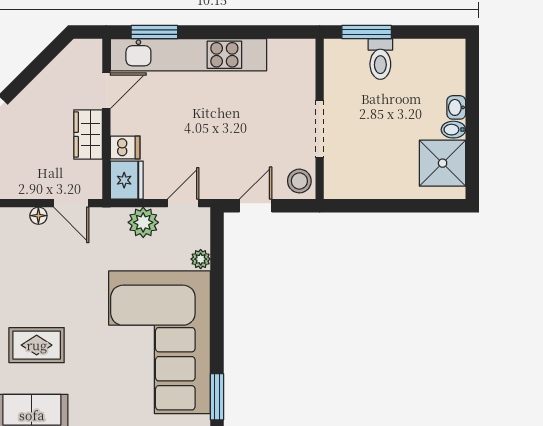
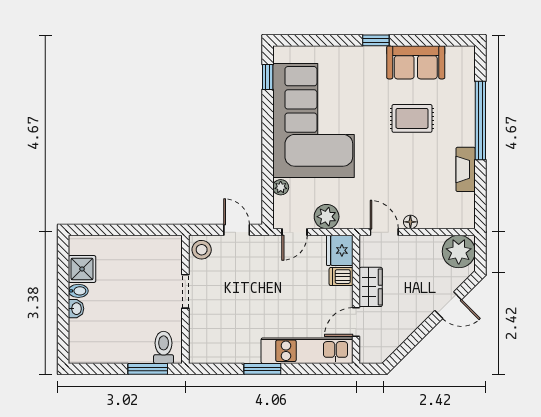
window: (154, 32) -> (262, 369), moved
kitchen unit: (188, 55) -> (307, 351), width x0.73
toilet: (380, 59) -> (164, 347), moved
doorway: (320, 129) -> (185, 291), width x0.73
shower: (443, 163) -> (82, 269), width x0.73, depth x0.73
door: (256, 206) -> (237, 230), swing flipped
window: (217, 397) -> (268, 77), width x0.67

